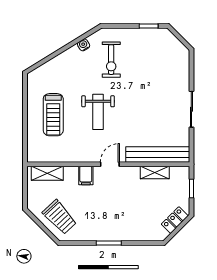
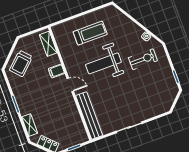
exercise bike: (111, 60) -> (143, 59), turned 180
weight bench: (98, 112) -> (103, 63), width x1.36, depth x1.33
treadmill: (53, 115) -> (90, 33), turned 180
shelving: (155, 172) -> (30, 125), moved

